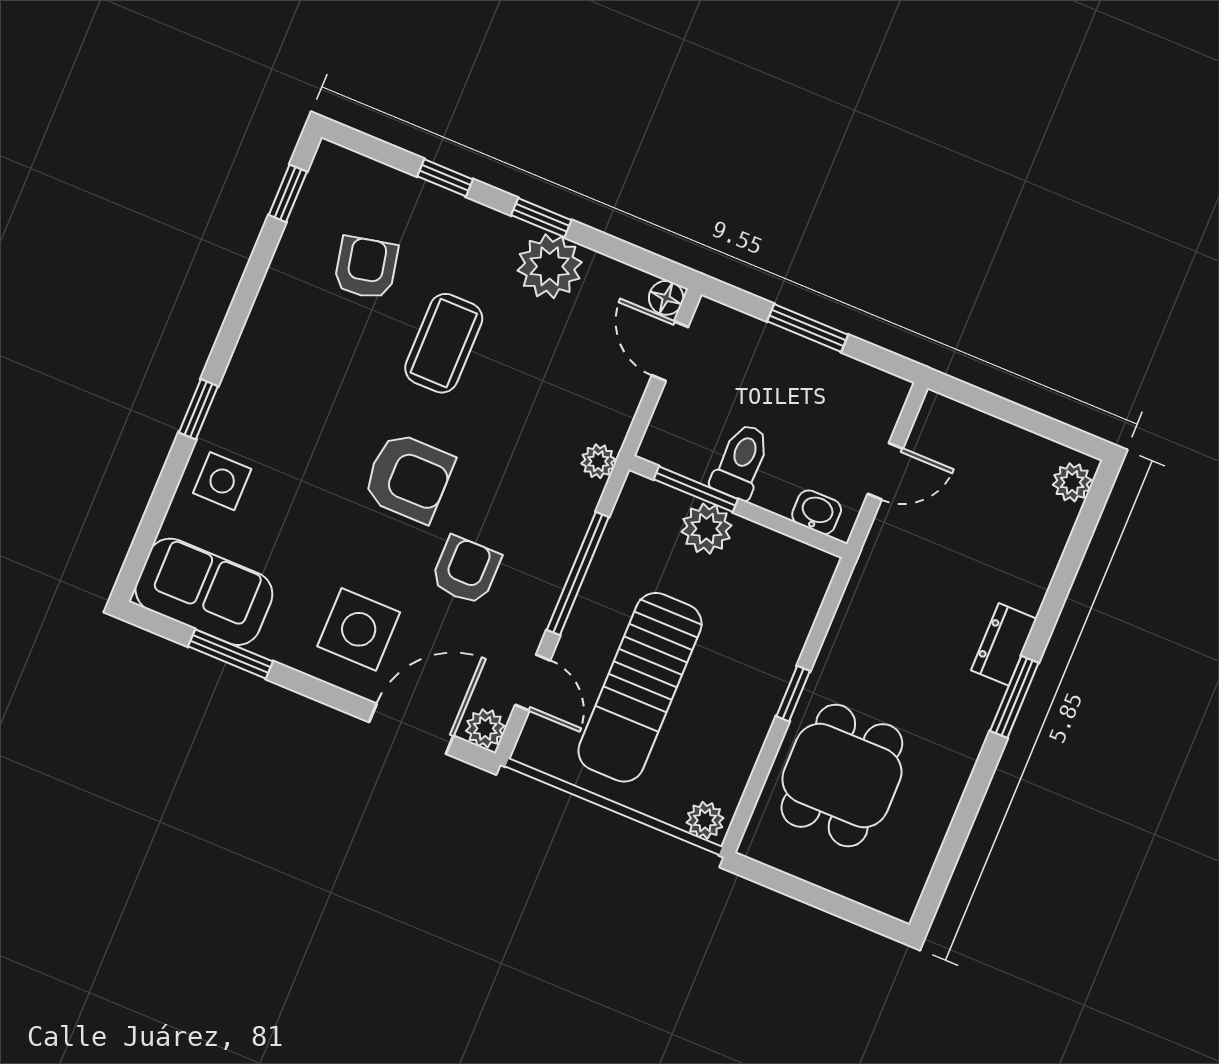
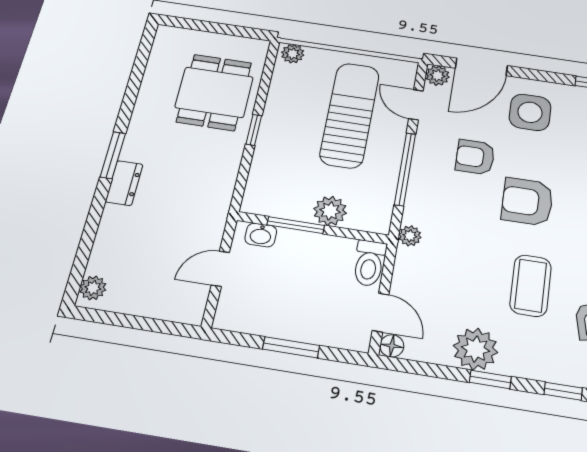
toilet: (741, 461) -> (369, 263), moved
window: (696, 489) -> (296, 225), moved
armchair: (466, 570) -> (475, 157), turned 90

